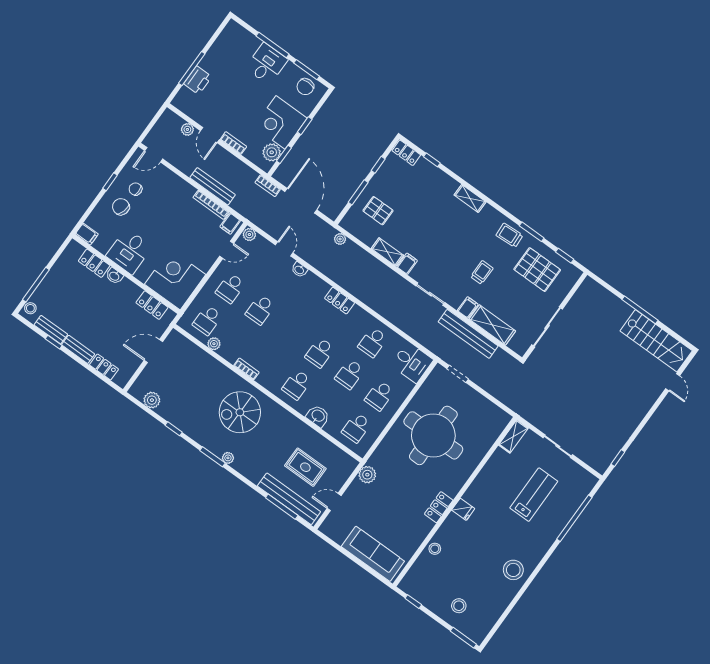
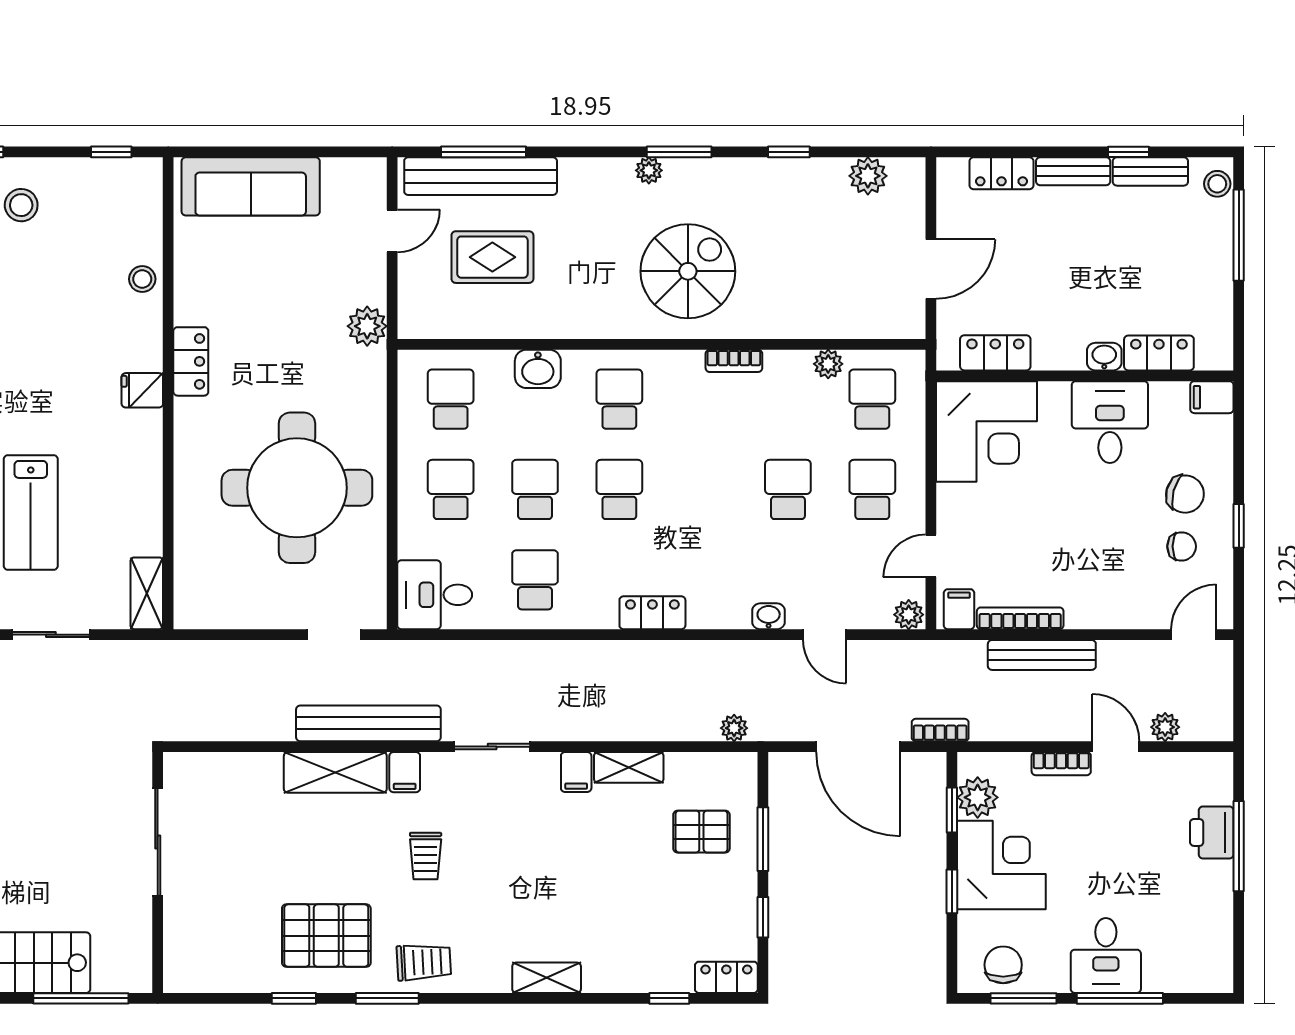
wall: (555, 316) -> (158, 872), moved
sliding door: (547, 327) -> (158, 842), moved

